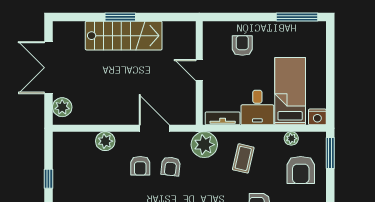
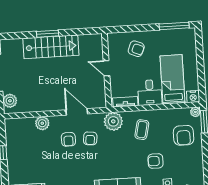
armchair: (242, 46) -> (136, 49), turned 113
plant: (291, 138) -> (195, 112), moved

